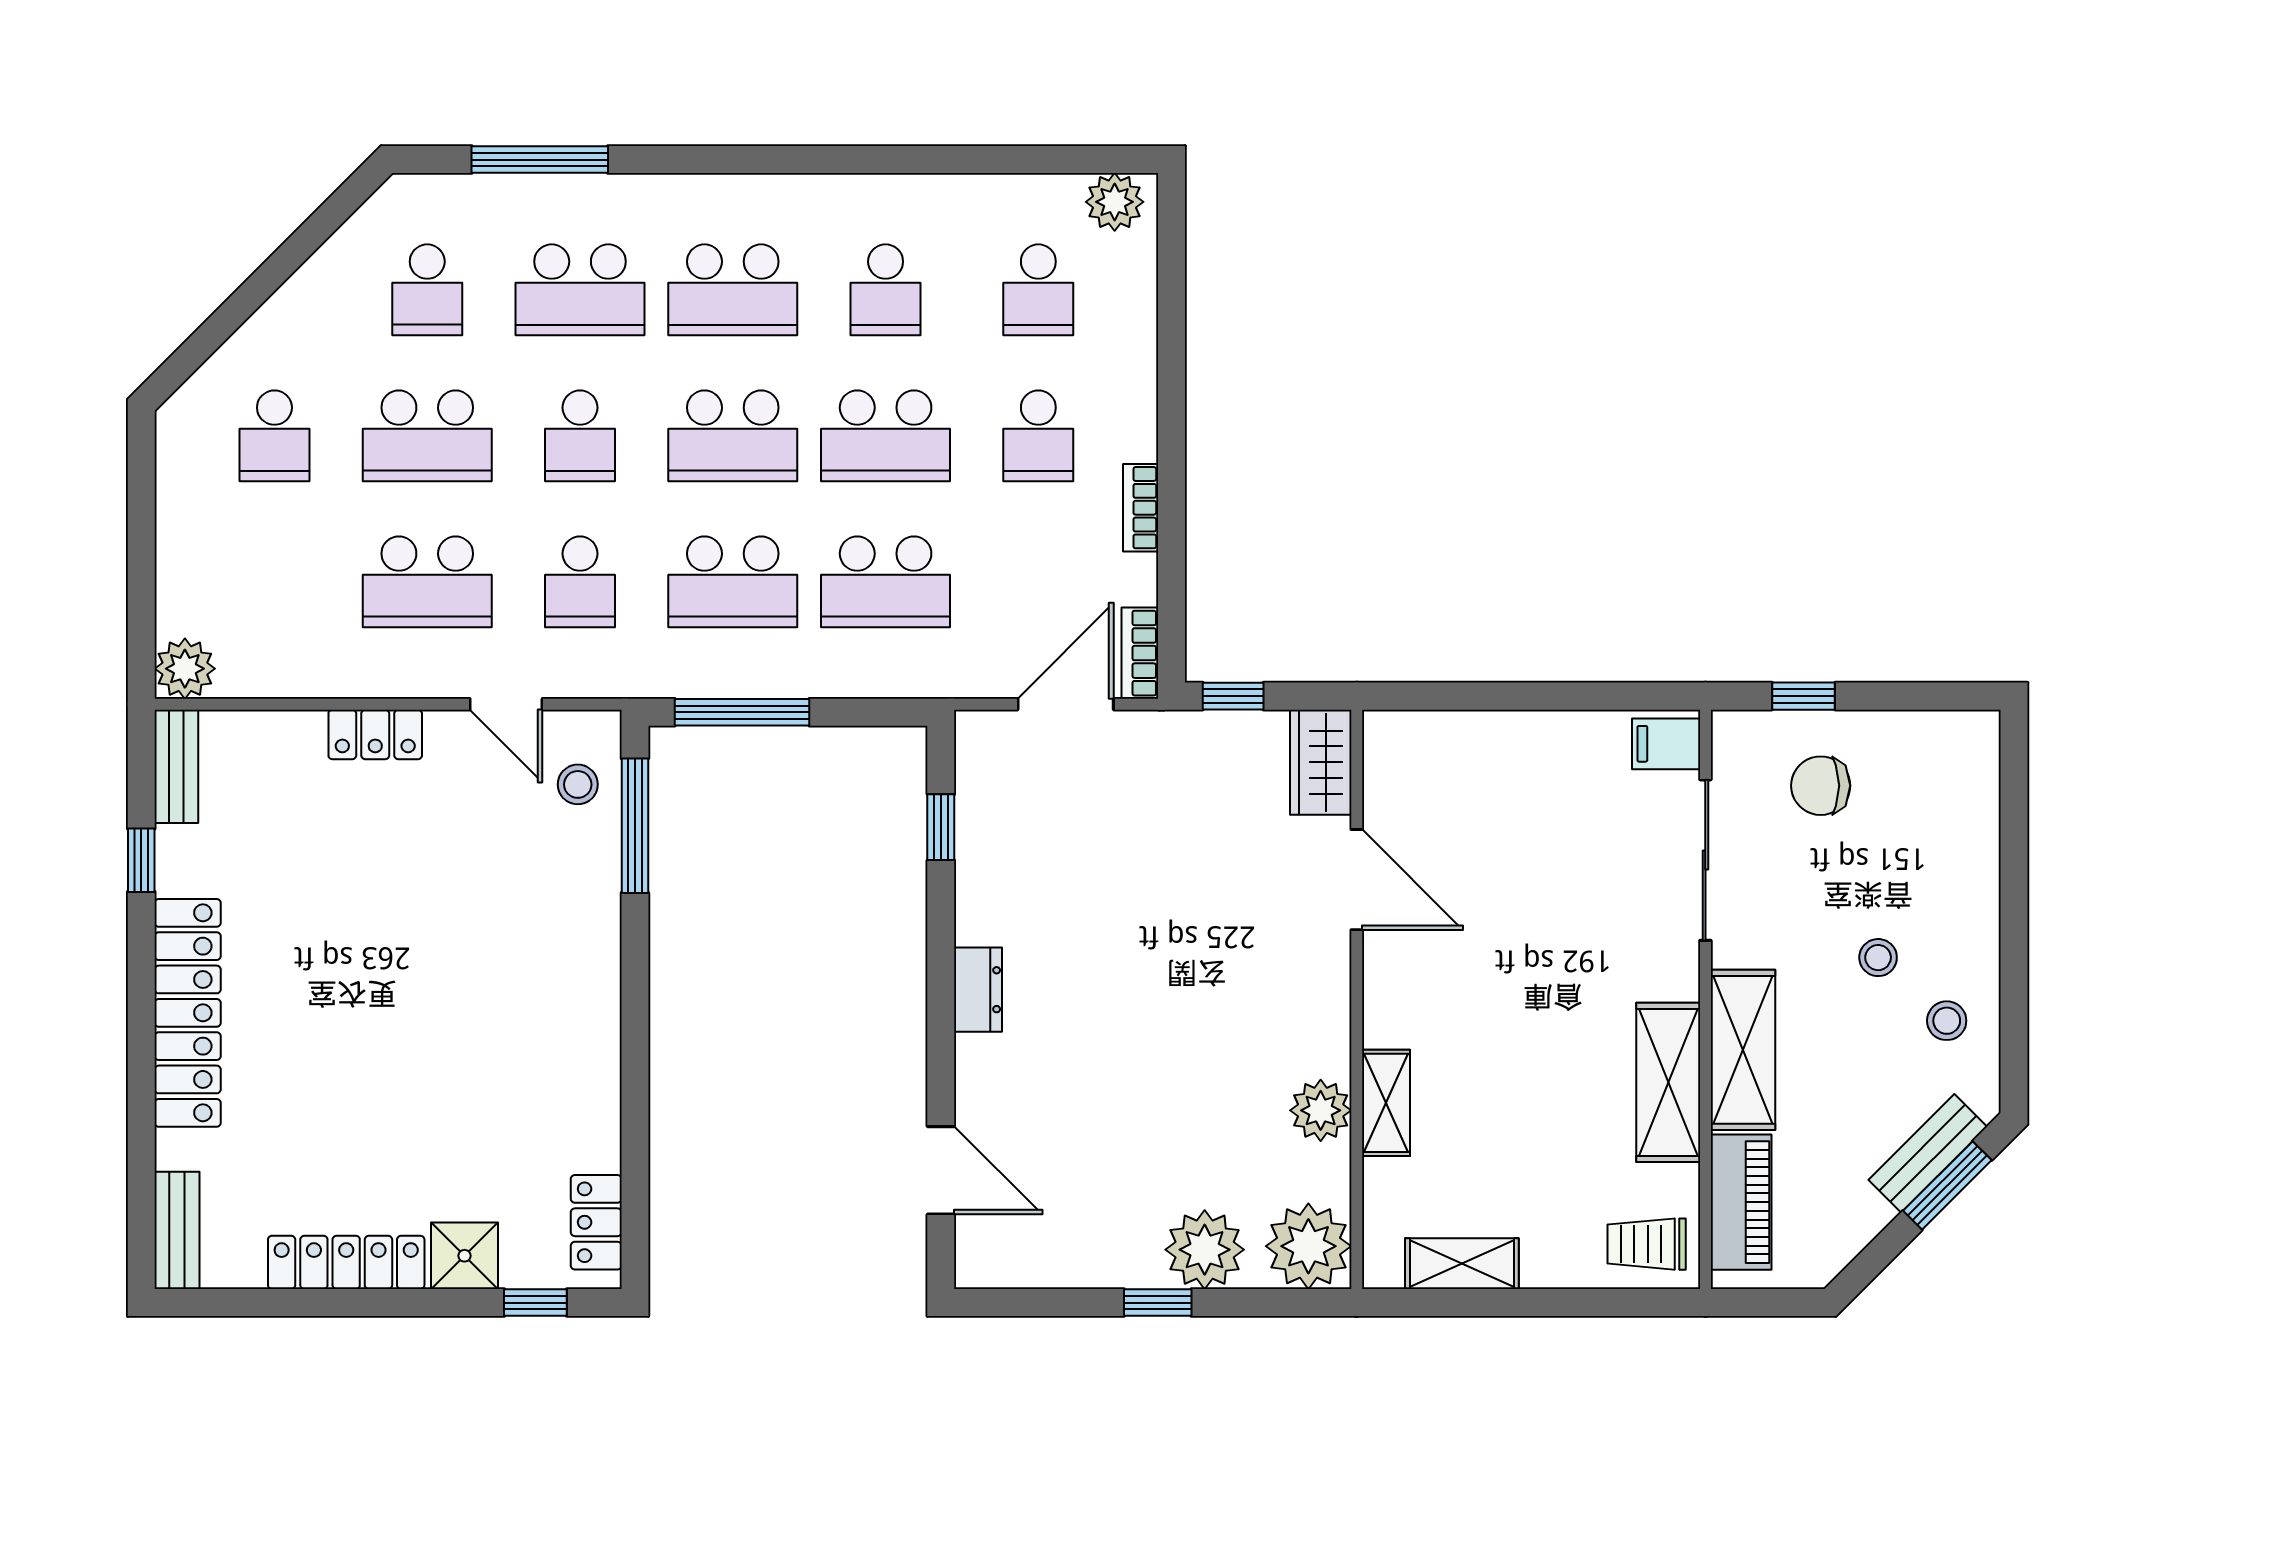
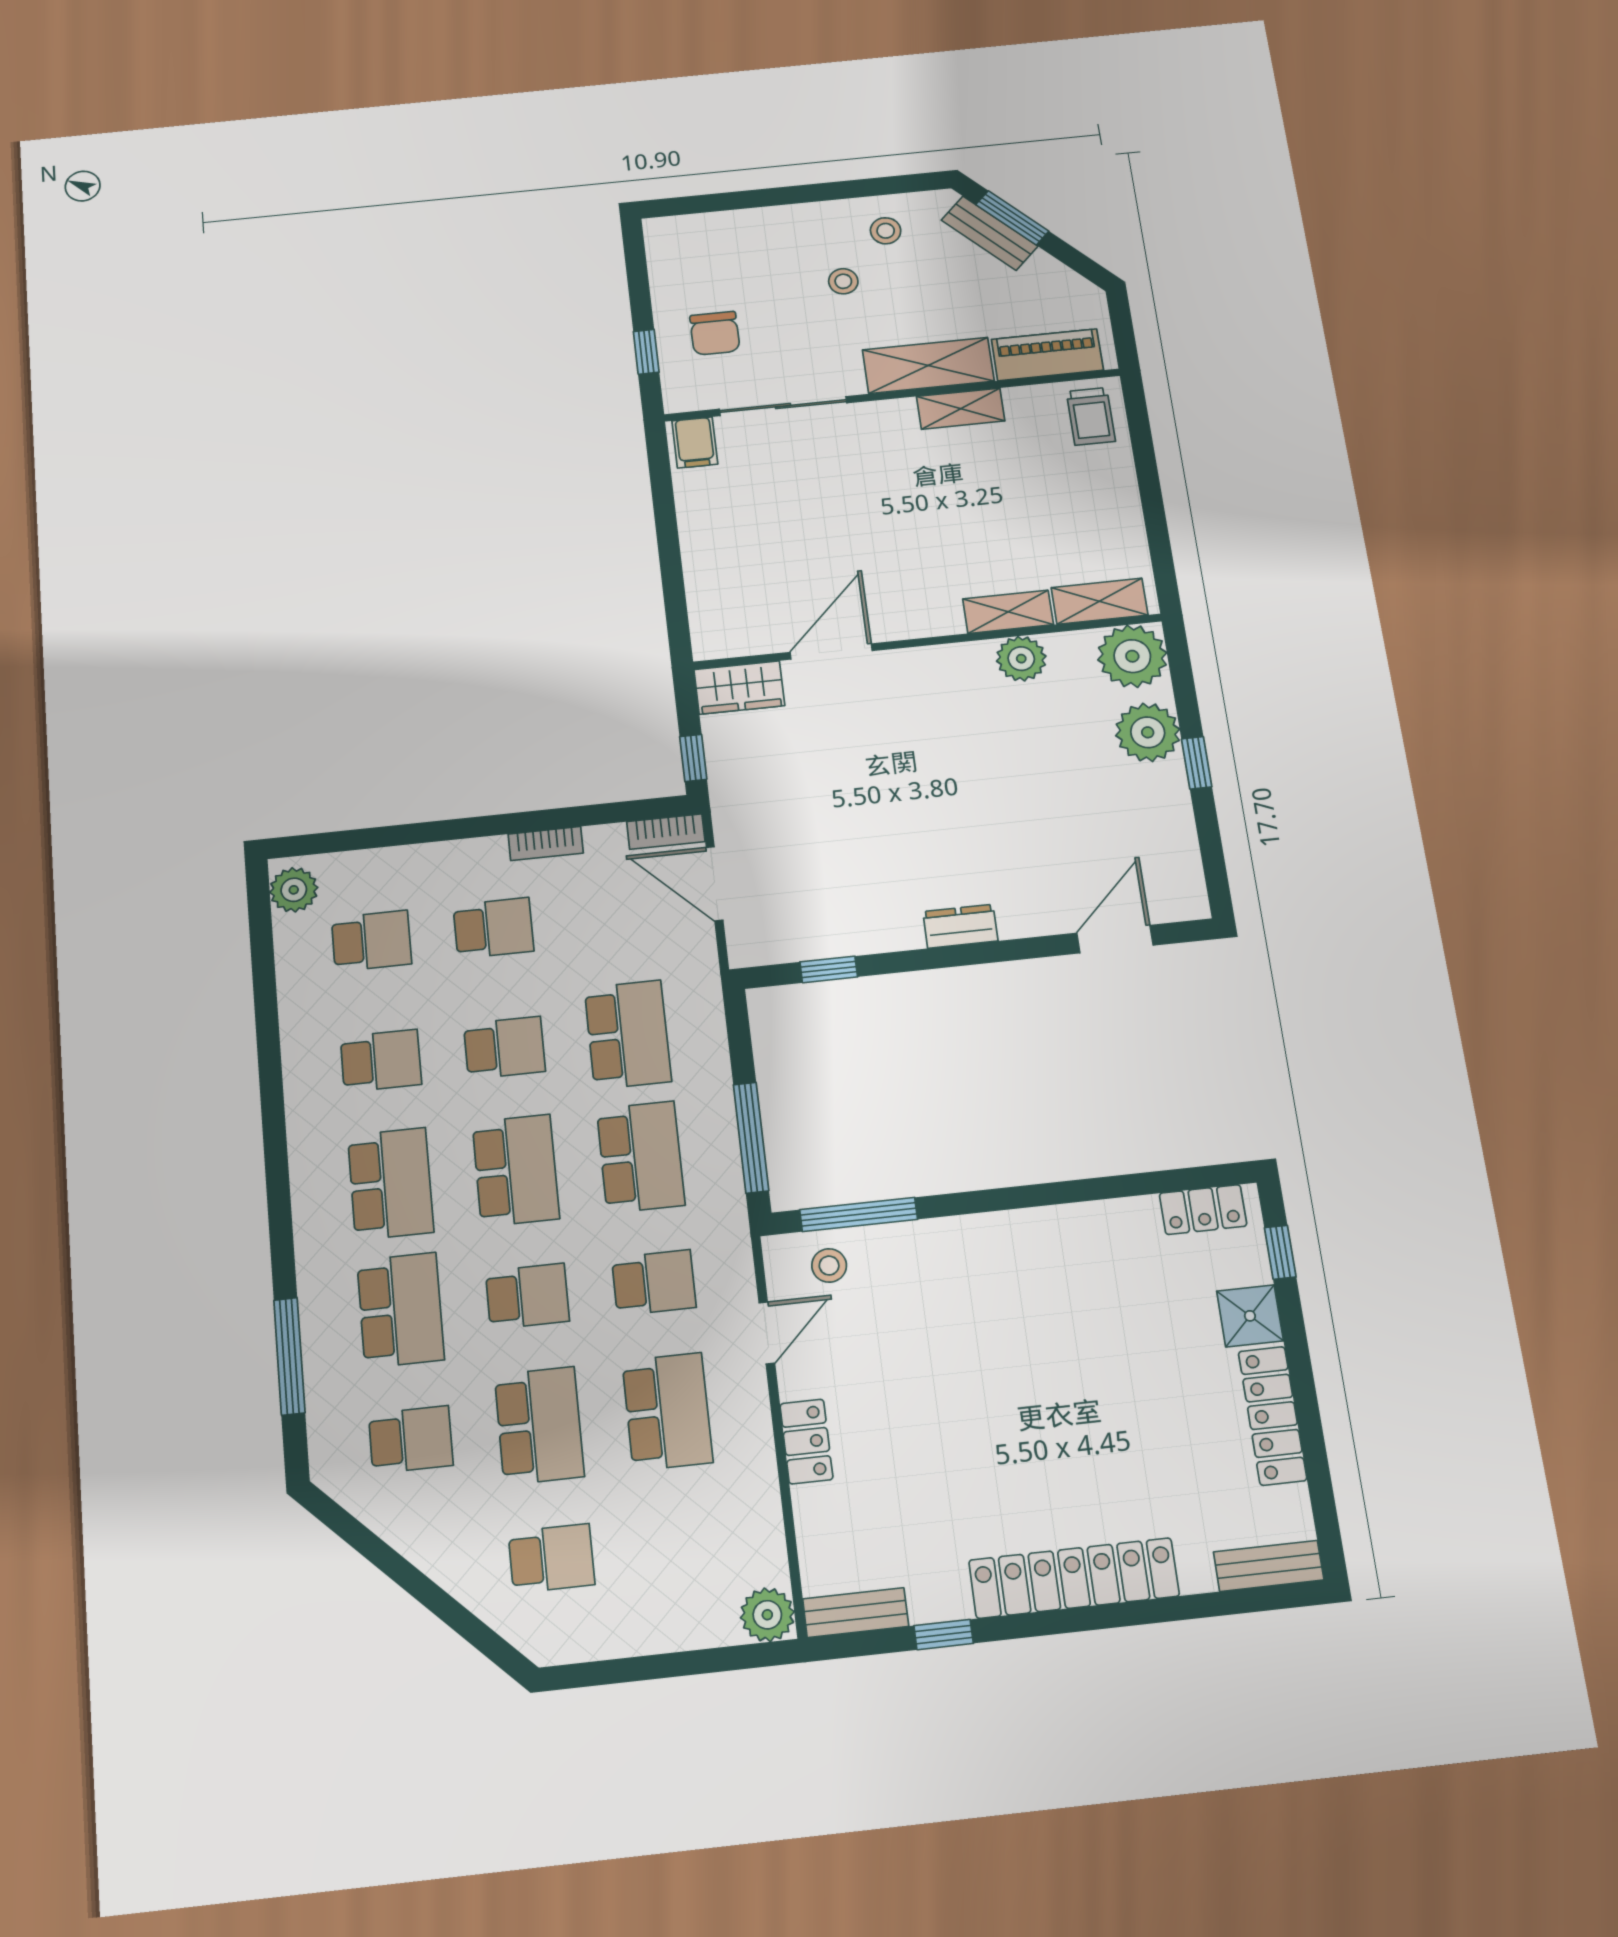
school desk: (886, 436) -> (504, 1048), width x0.54
shelving: (1668, 1082) -> (961, 409), width x0.67, depth x0.75
shelving: (1462, 1264) -> (1100, 601), moved, turned 90

